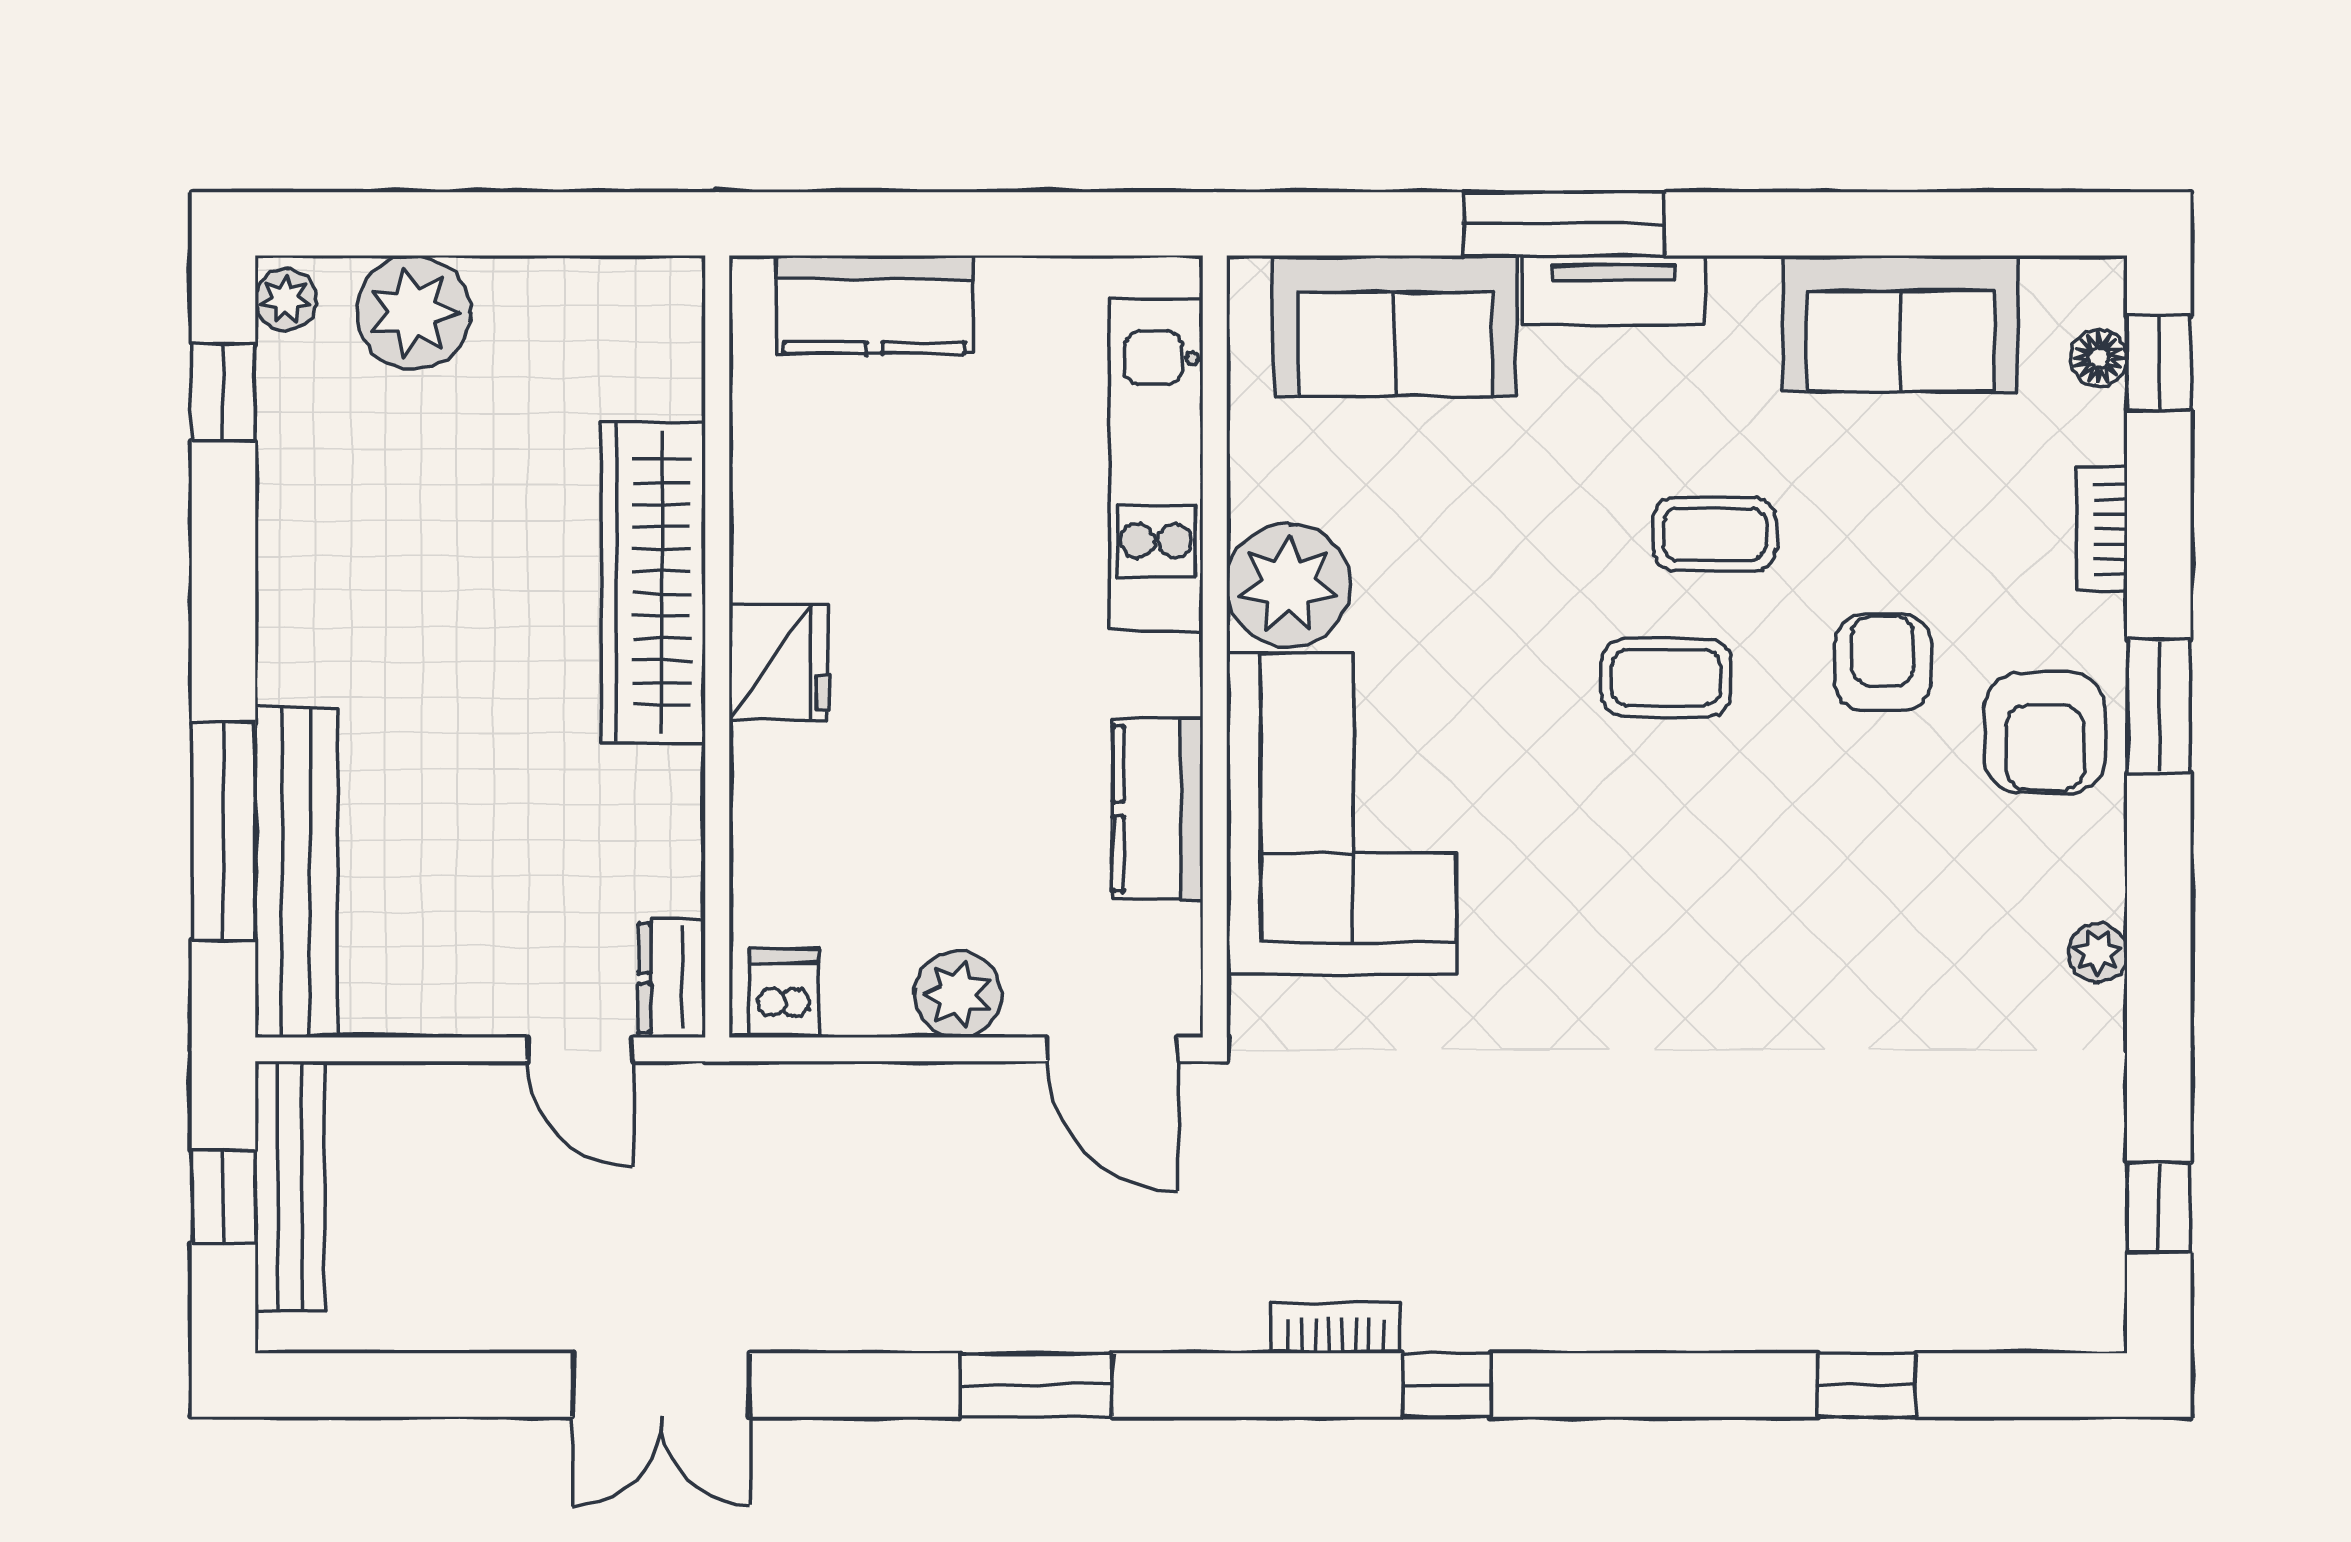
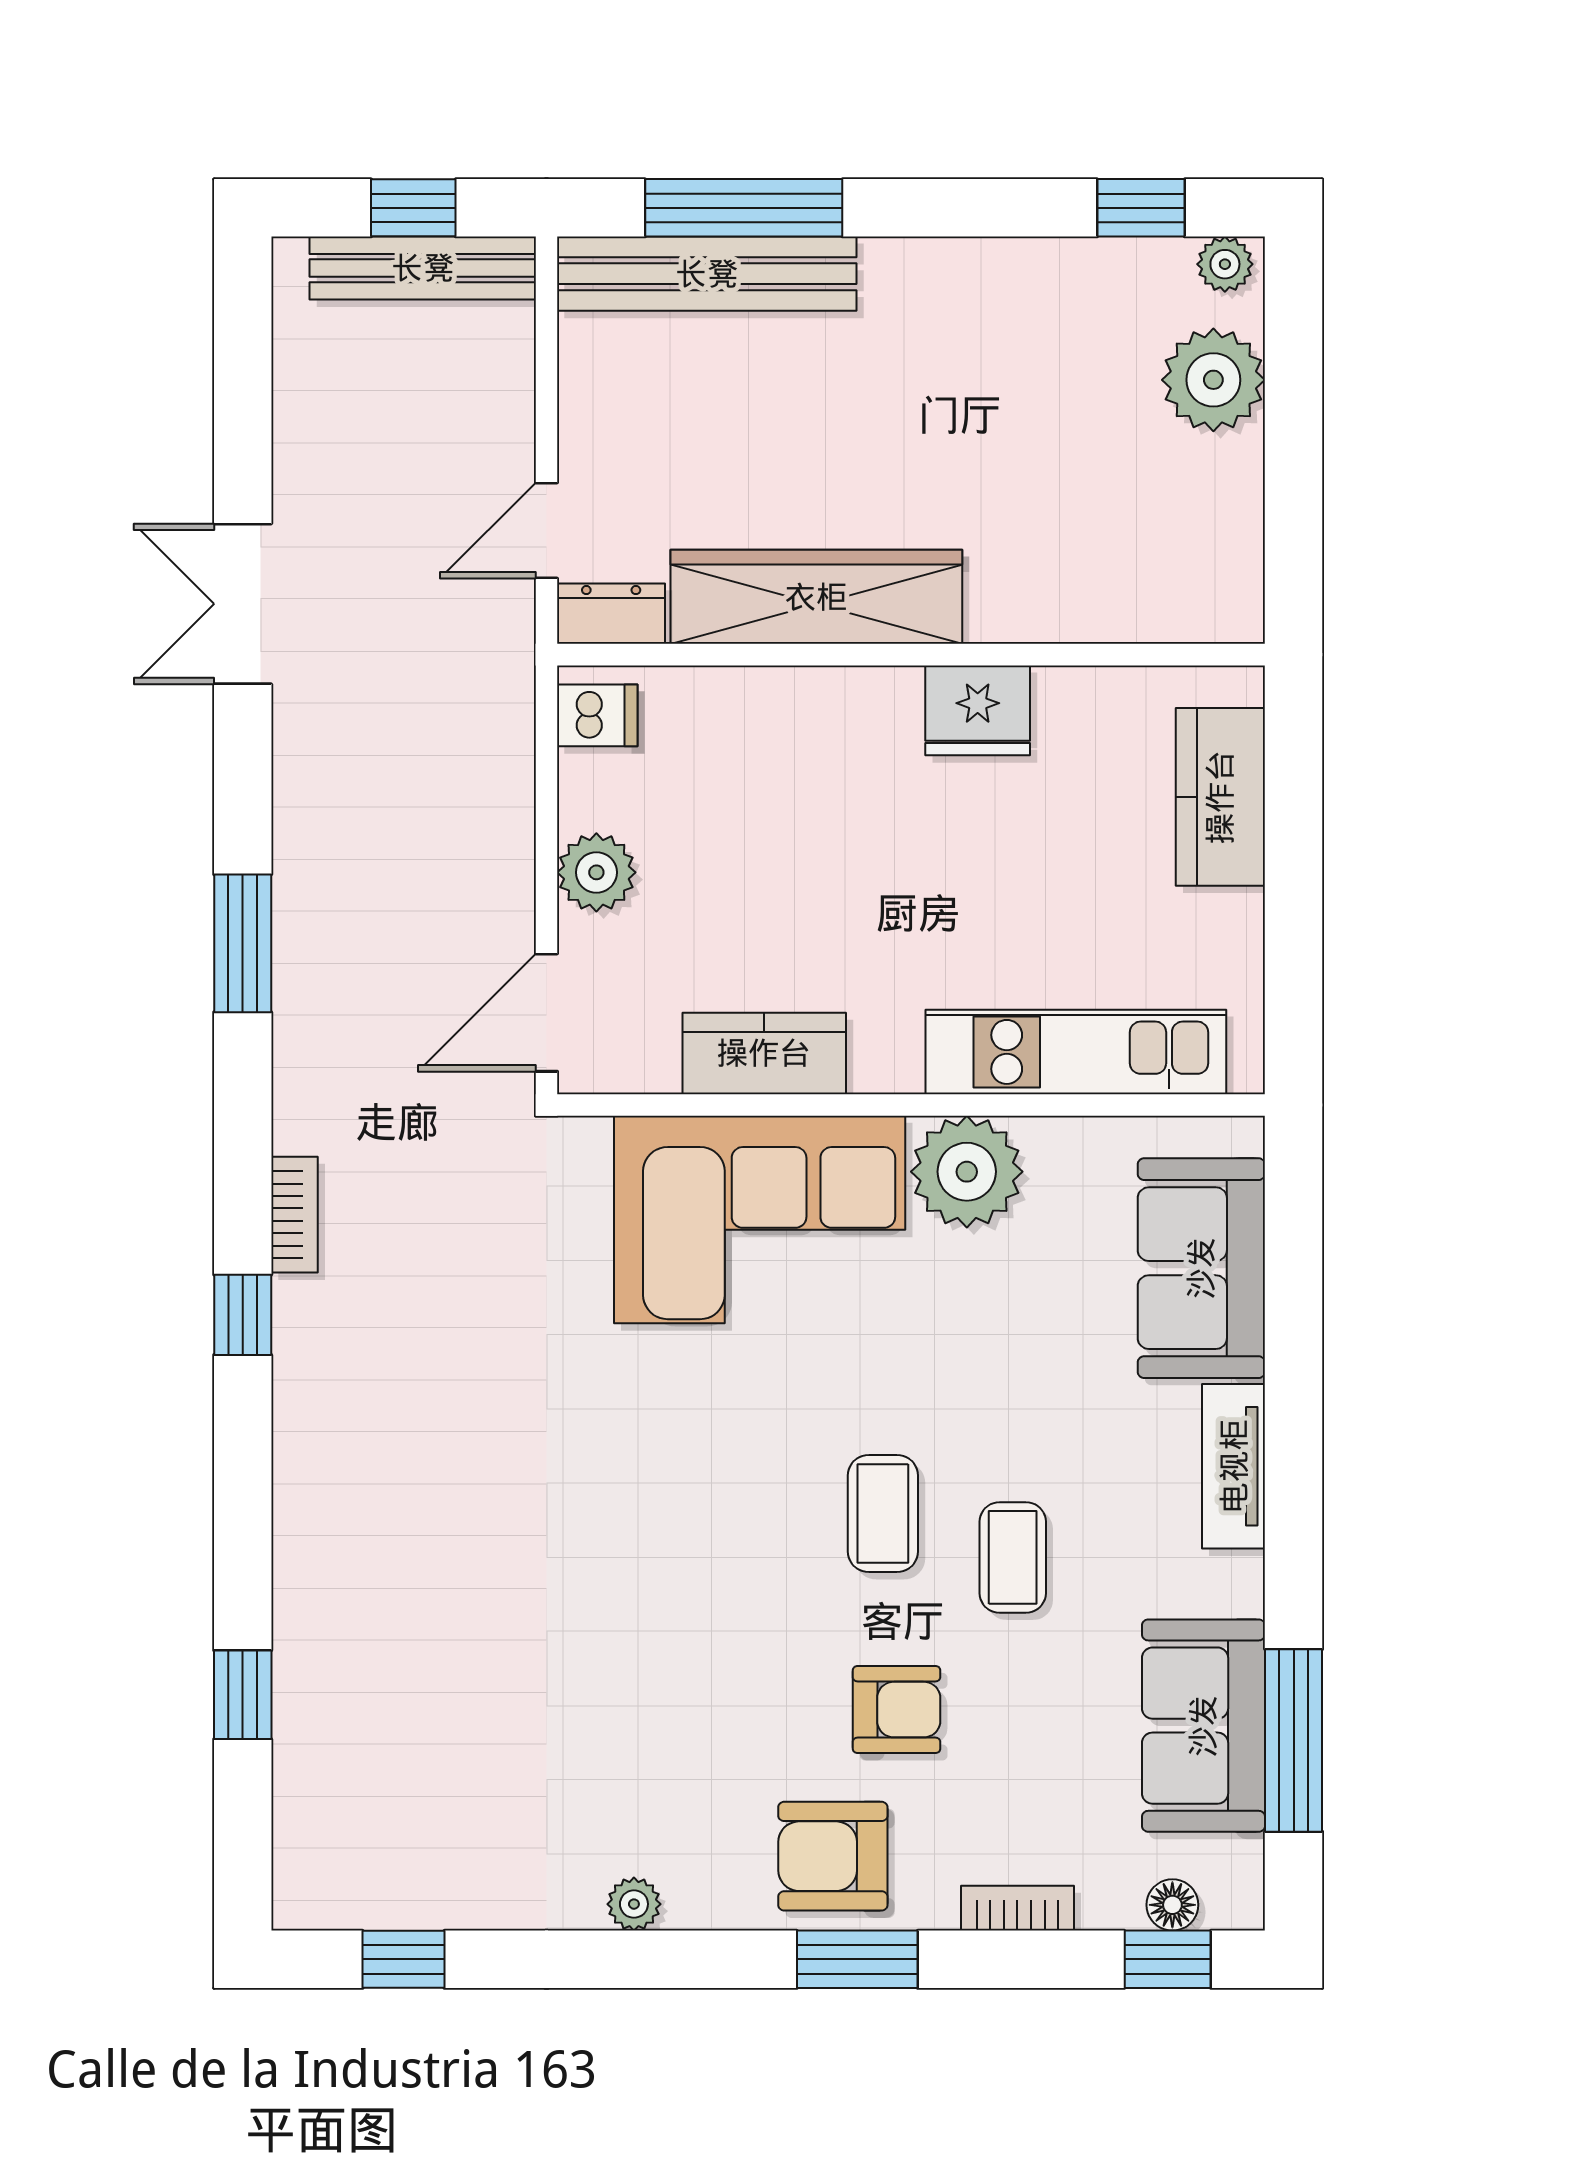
window: (1564, 224) -> (1294, 1740), moved
wardrobe: (653, 583) -> (816, 597), moved
fridge: (779, 663) -> (978, 710), moved

